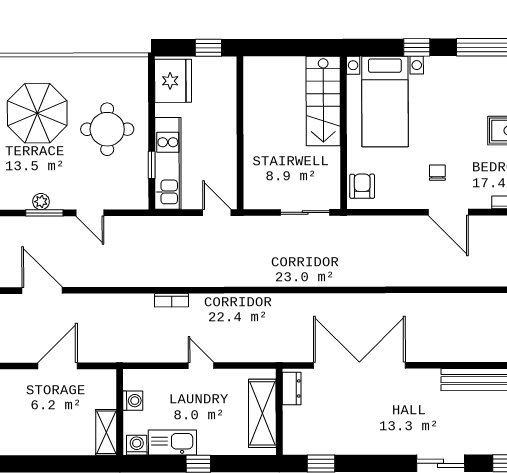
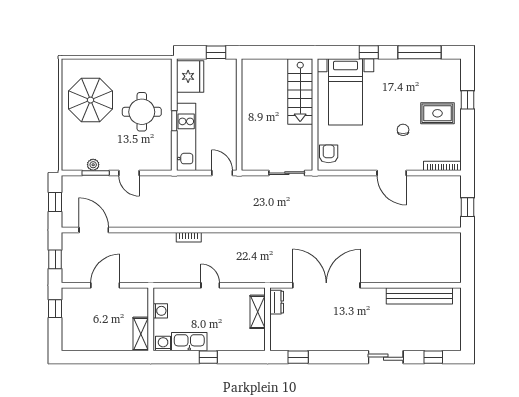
window: (152, 165) -> (174, 121), moved
chair: (437, 173) -> (403, 130), moved
shelving: (262, 413) -> (258, 312), width x0.67, depth x0.75

